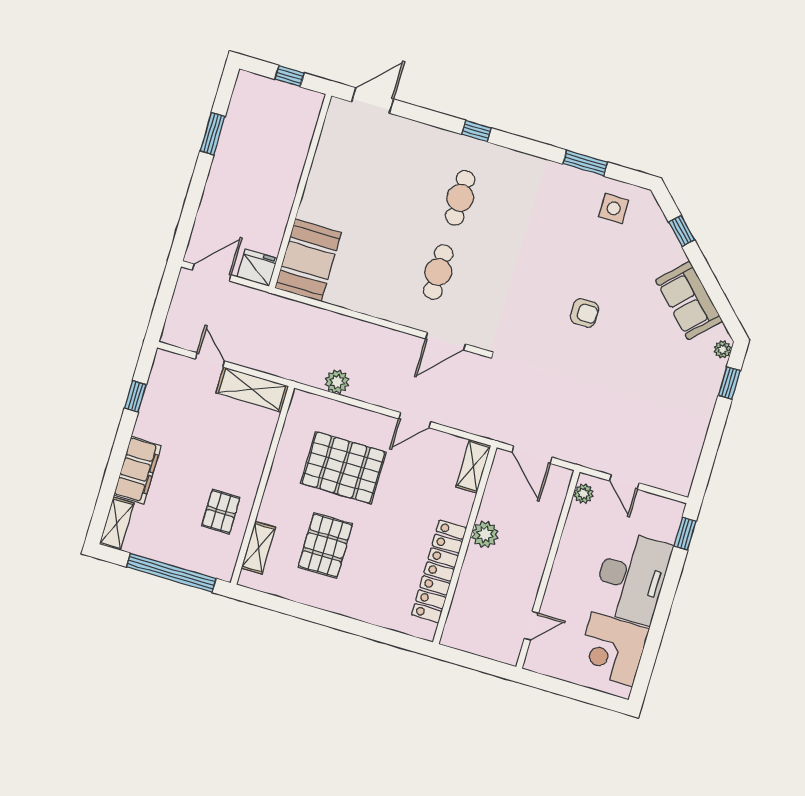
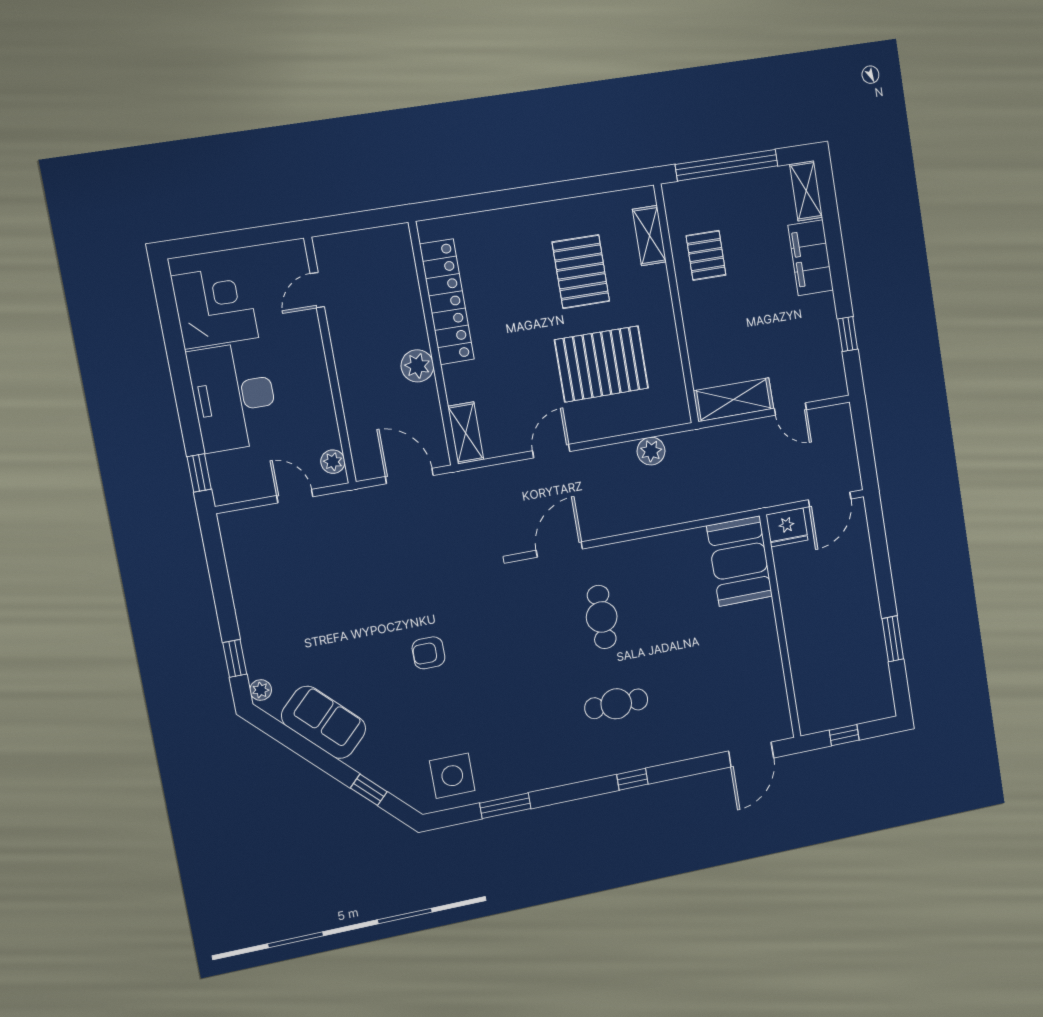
cafe table: (460, 198) -> (616, 704), turned 90
side table: (614, 208) -> (452, 776), width x1.37, depth x1.37

